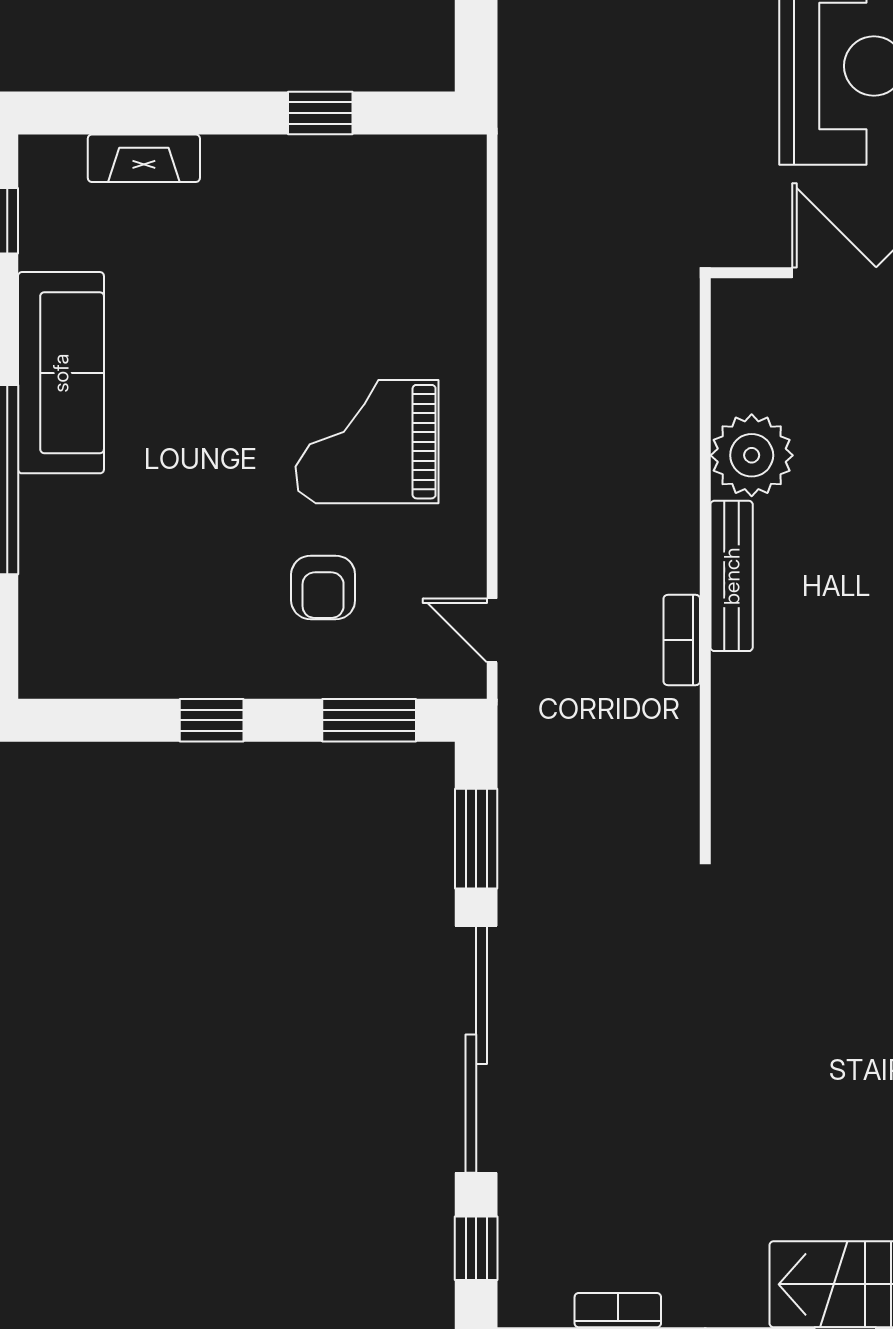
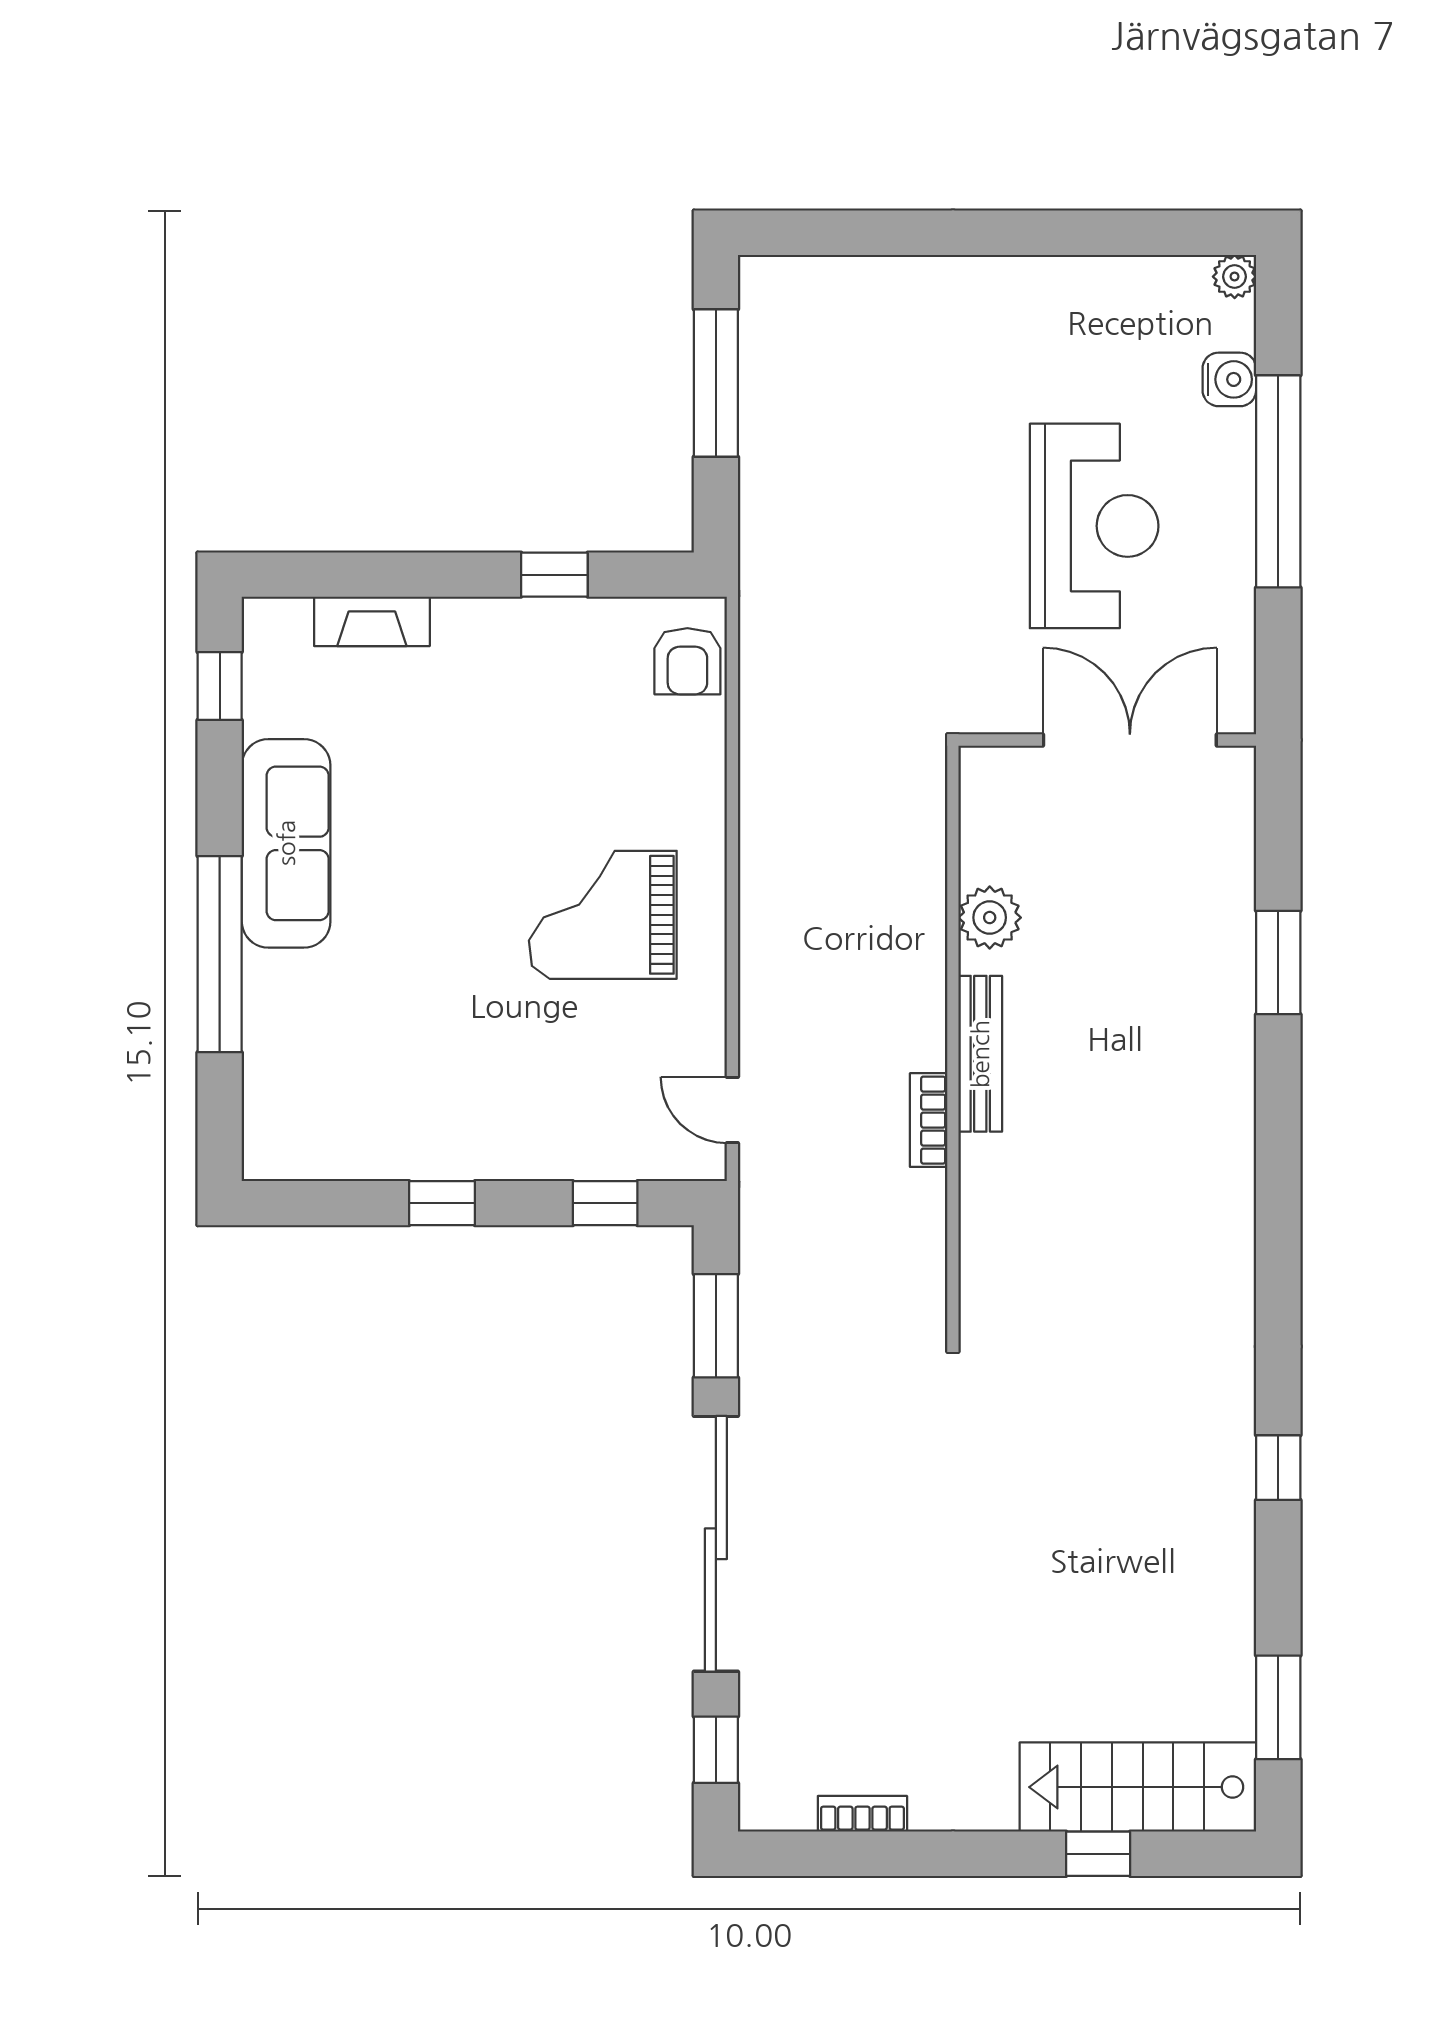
plant: (752, 455) -> (990, 918), width x0.73, depth x0.73
armchair: (323, 587) -> (687, 661), moved
window: (369, 720) -> (605, 1203), width x0.67

